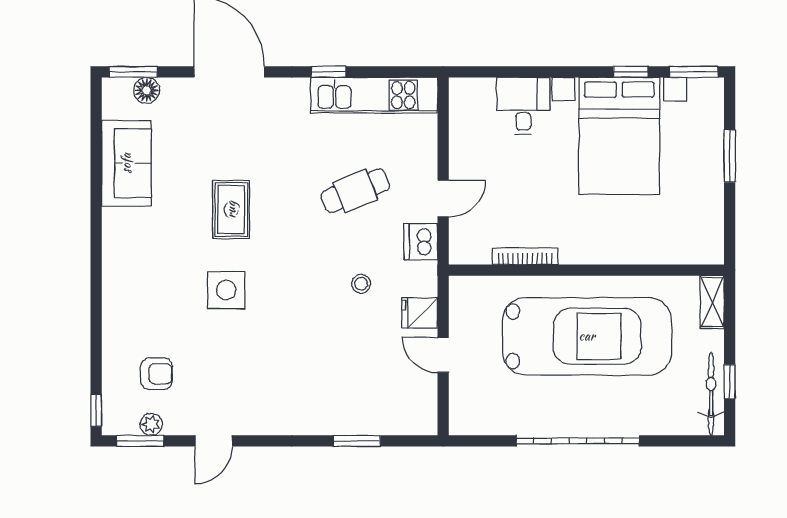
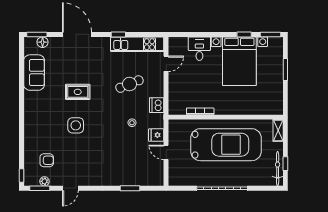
door: (443, 199) -> (166, 64), moved
rug: (231, 210) -> (78, 92), turned 90

